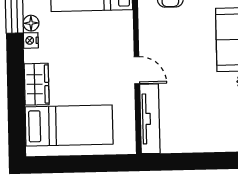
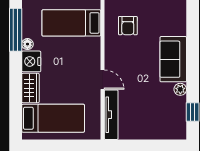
nightstand: (31, 40) -> (31, 61), width x1.89, depth x1.79

